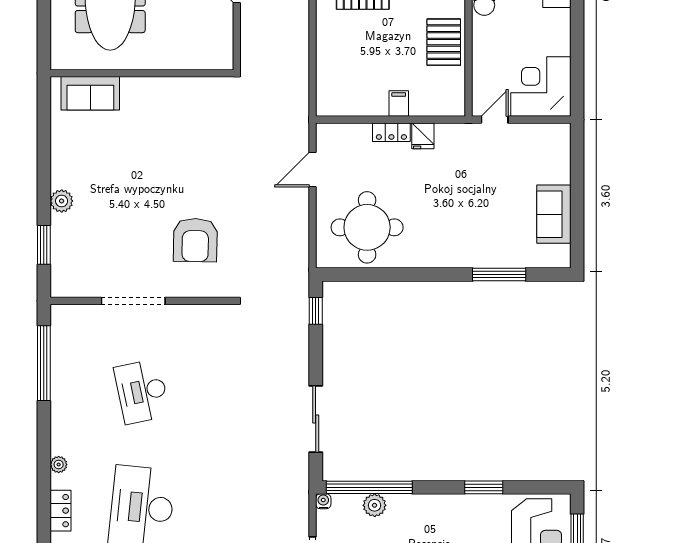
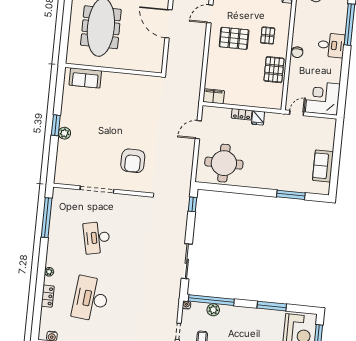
filing cabinet: (399, 104) -> (214, 96), moved, width x2.00
window: (44, 245) -> (56, 125), moved
window: (484, 487) -> (272, 306), width x1.44

